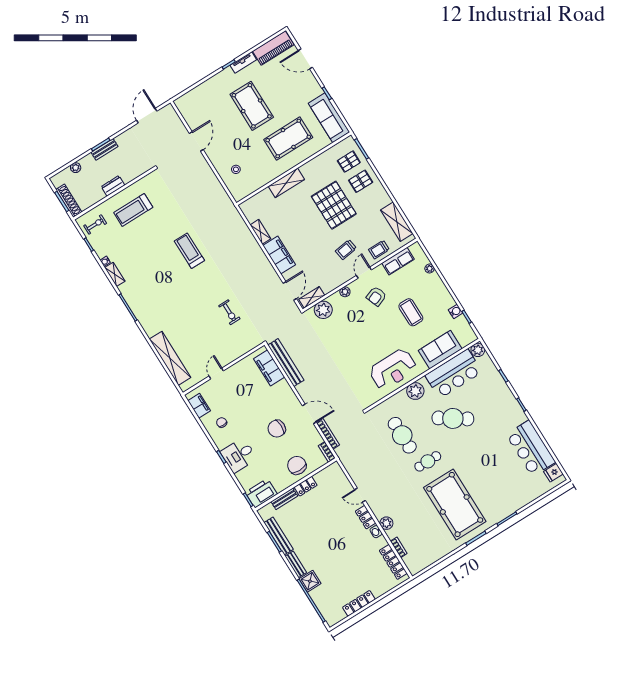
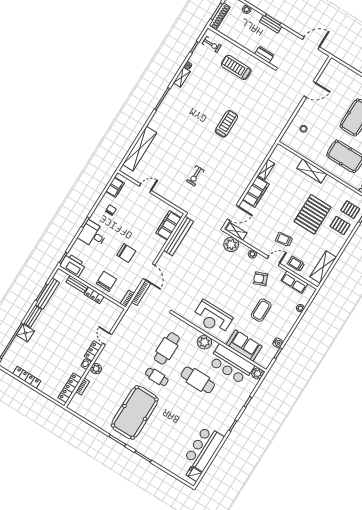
dresser: (113, 186) -> (264, 55), moved
cafe table: (453, 418) -> (198, 380), turned -34
chair: (277, 429) -> (126, 253), turned 180

